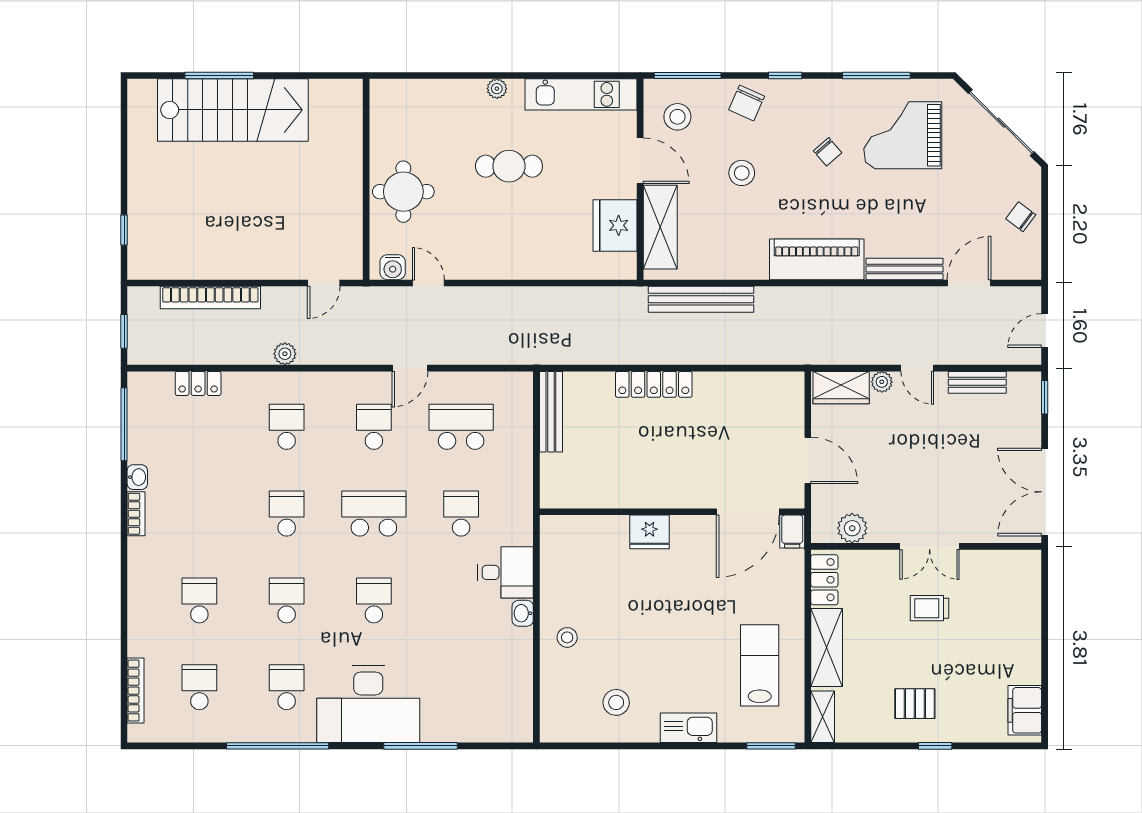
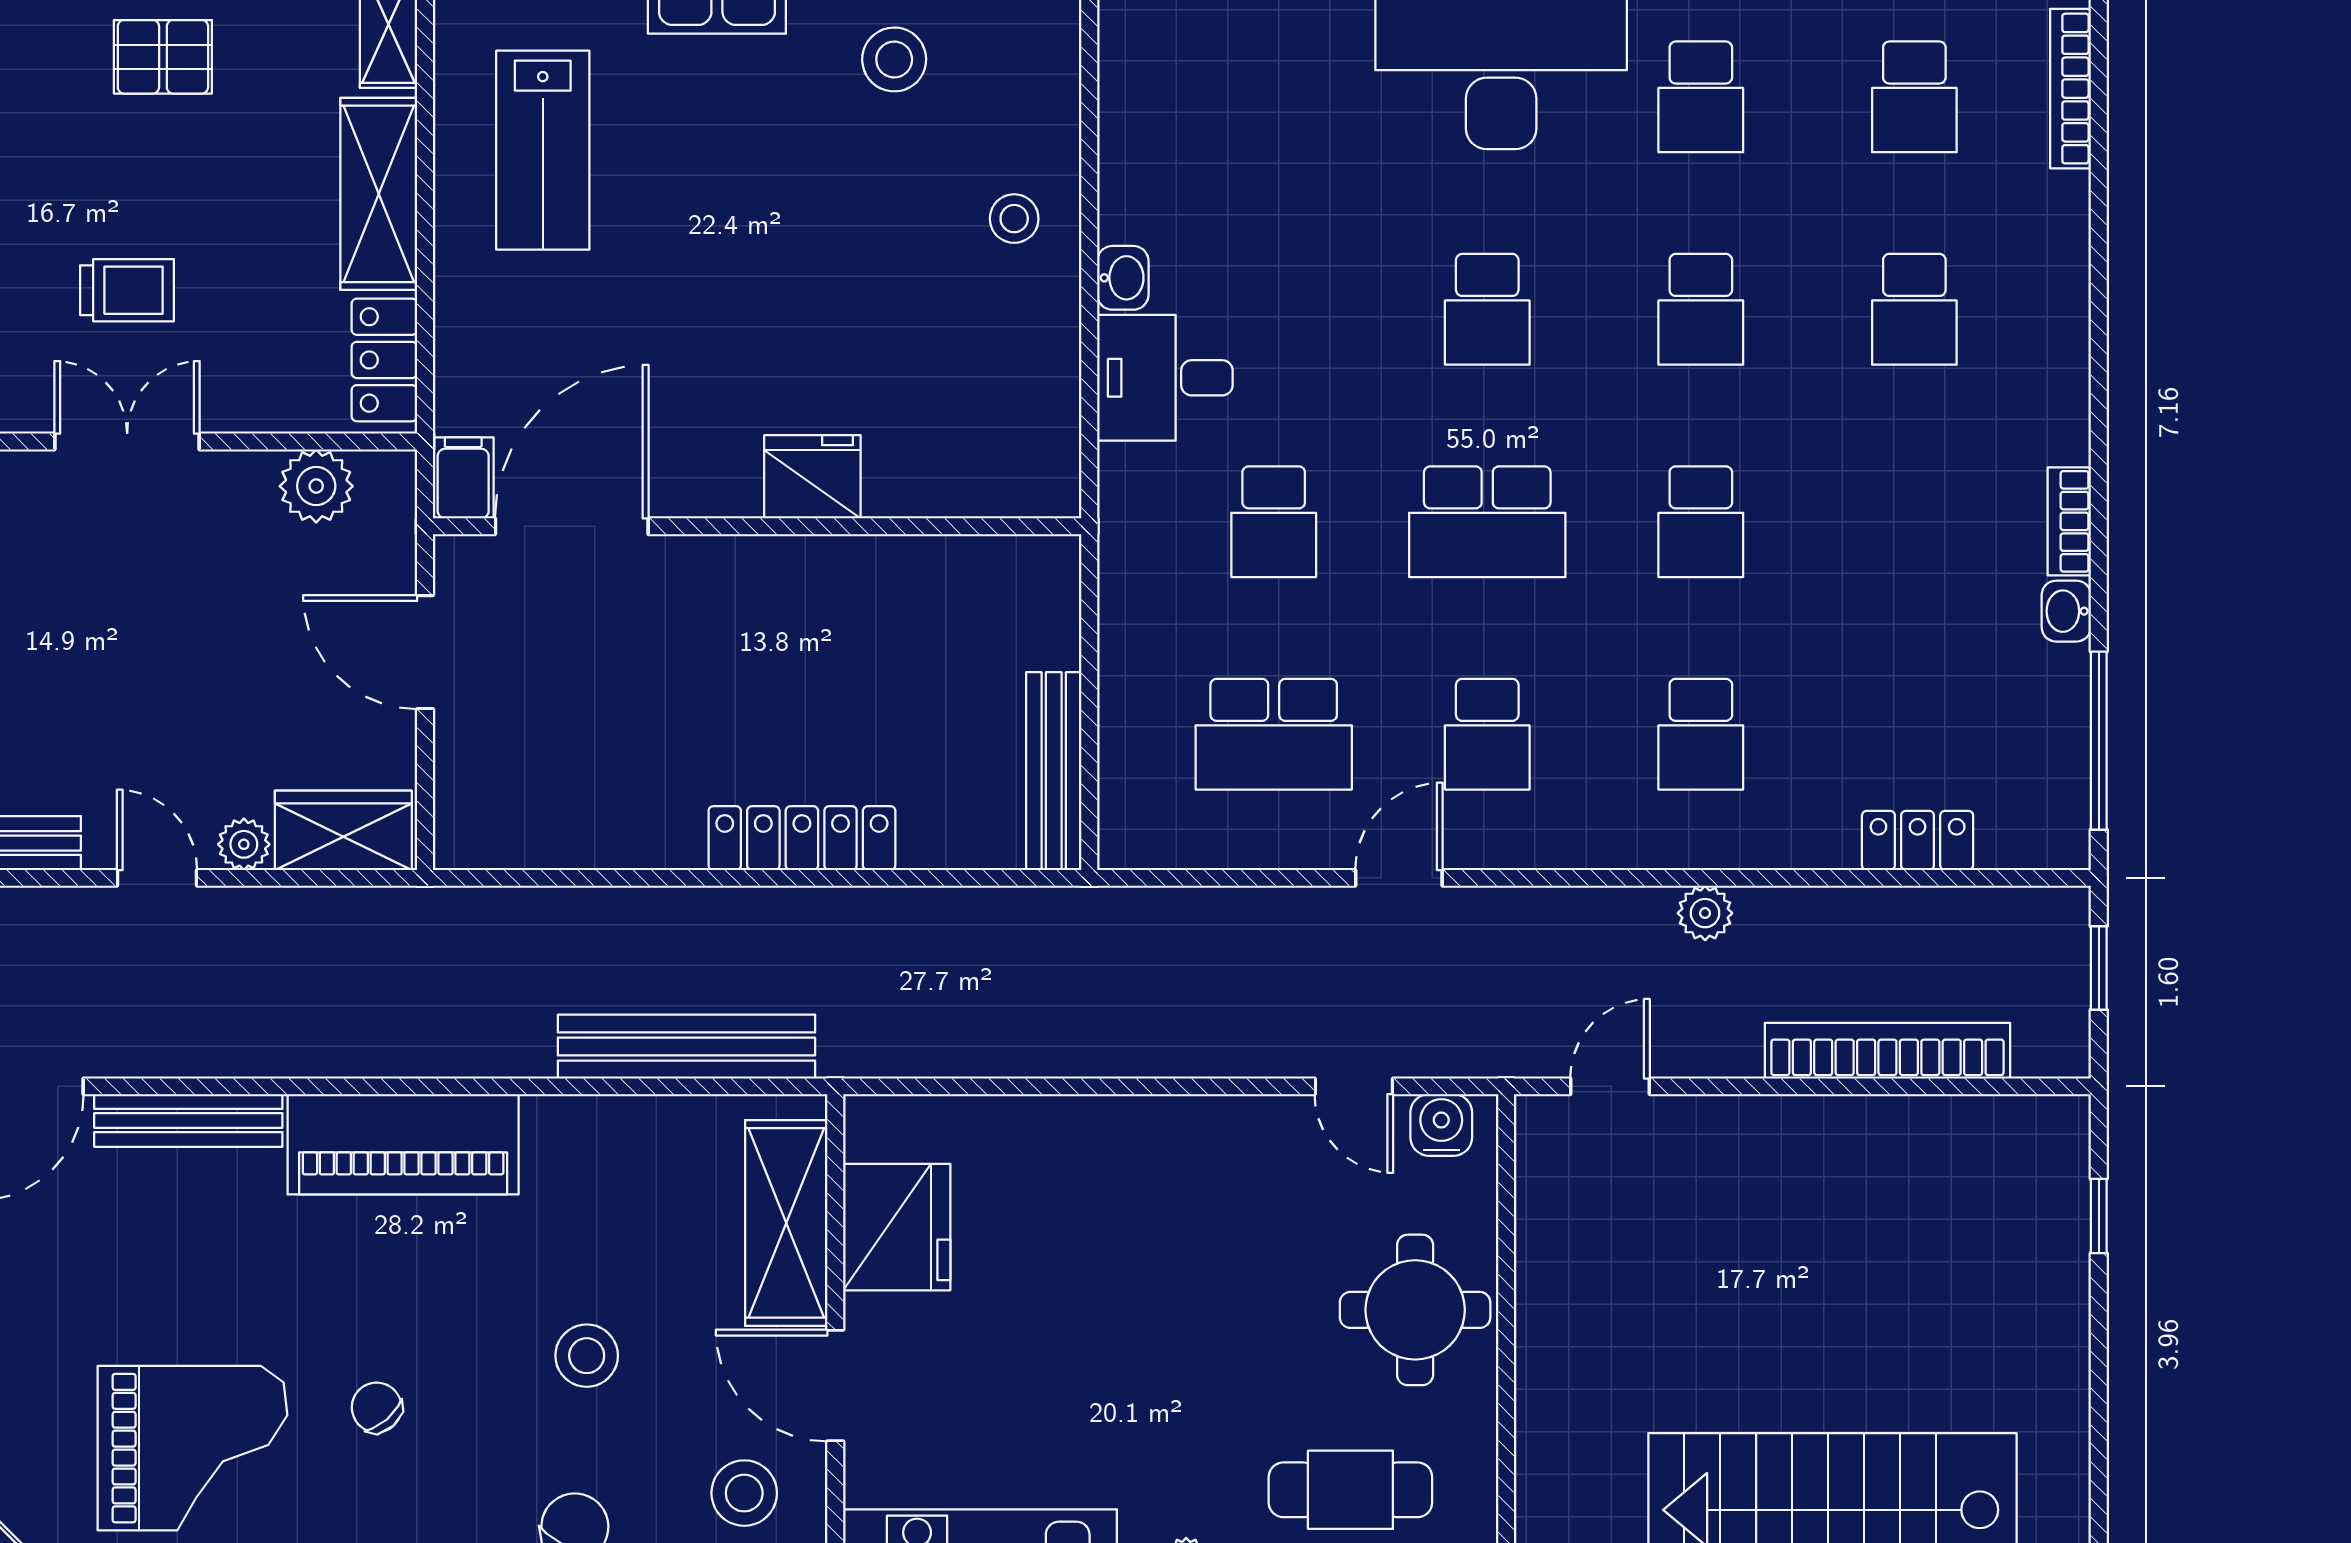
cafe table: (509, 166) -> (1350, 1490), moved

